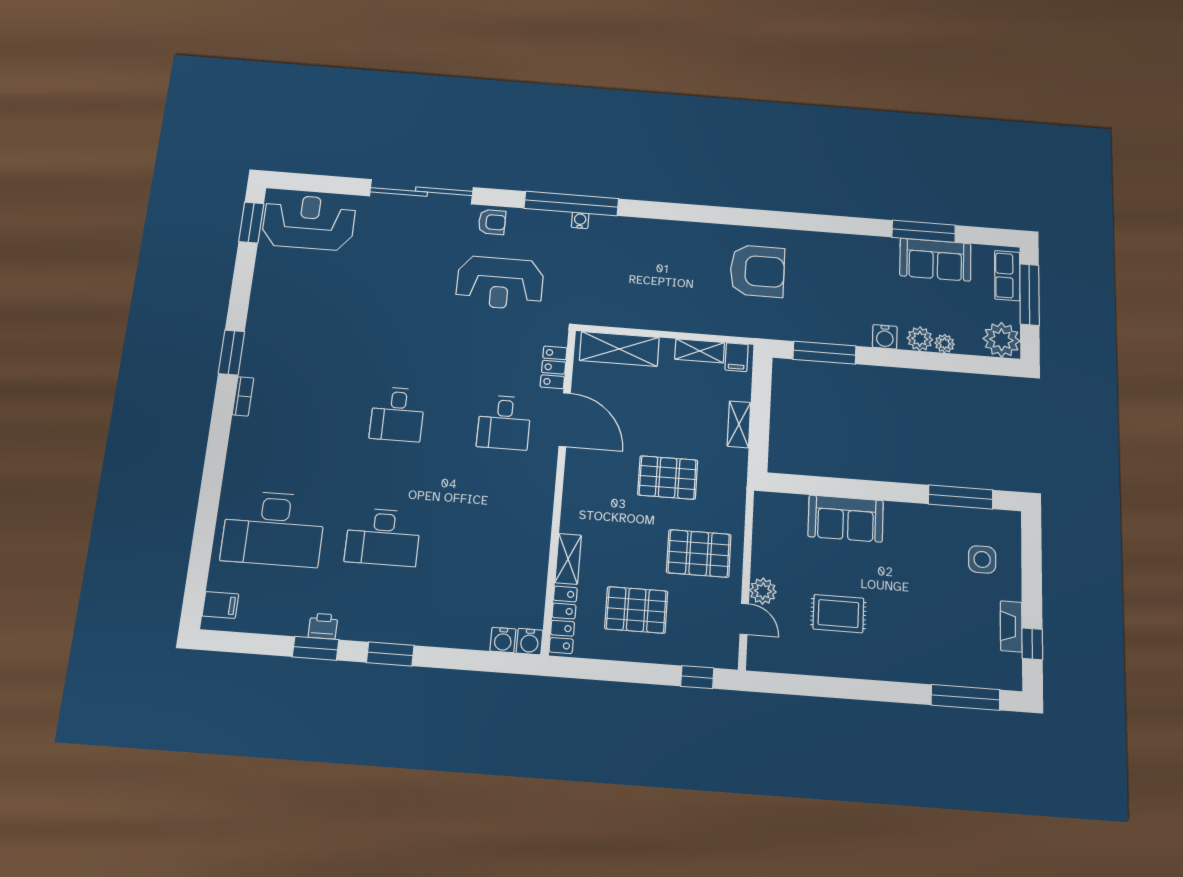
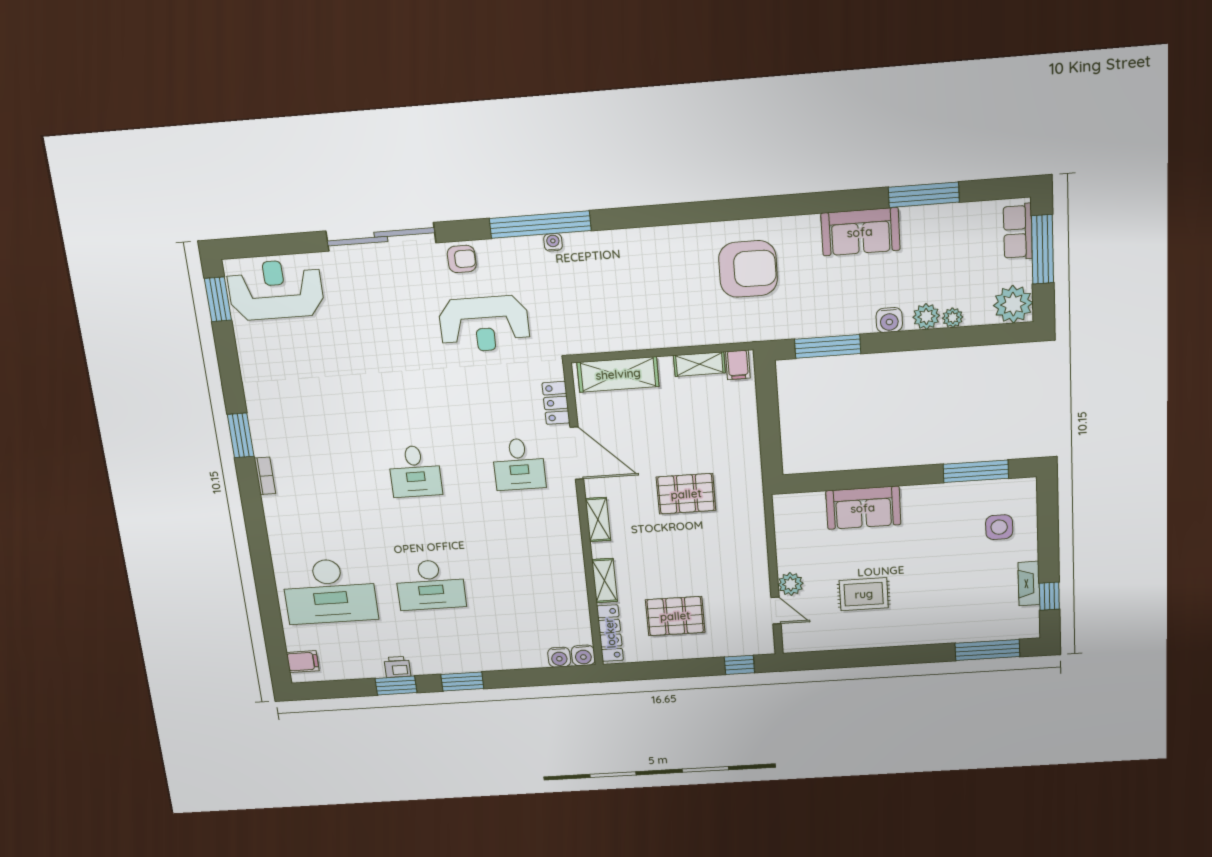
sofa: (935, 260) -> (860, 232), moved
shelving: (739, 424) -> (598, 519), moved
pallet: (699, 553) -> (726, 559), removed

